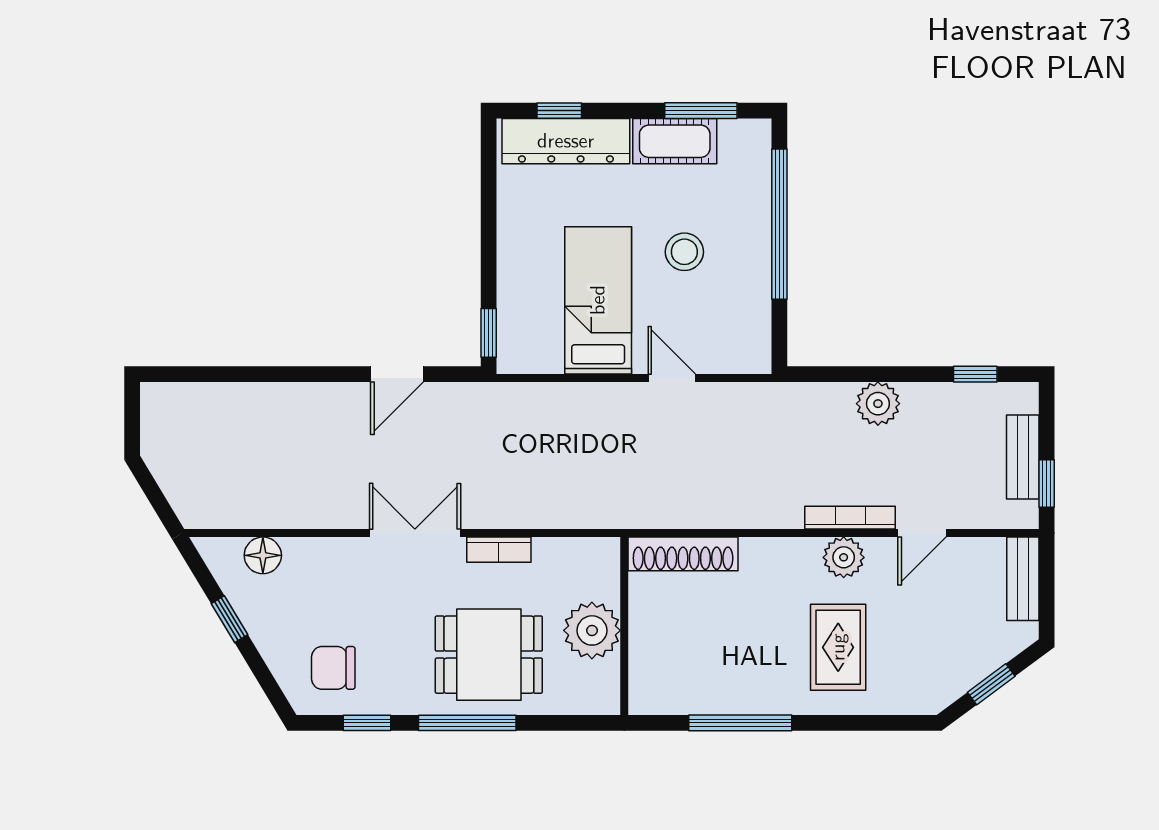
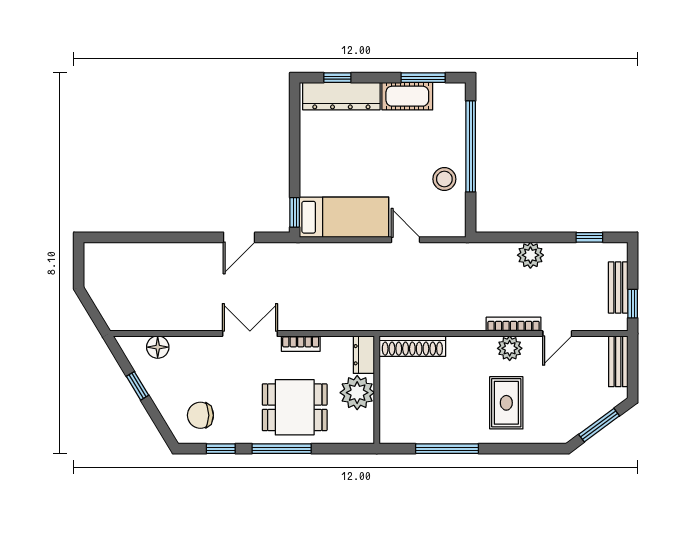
stool: (684, 252) -> (444, 179), moved
bed: (598, 300) -> (344, 217), moved, turned 90
dresser: (603, 568) -> (364, 355), added
window: (991, 684) -> (599, 425), width x1.50

